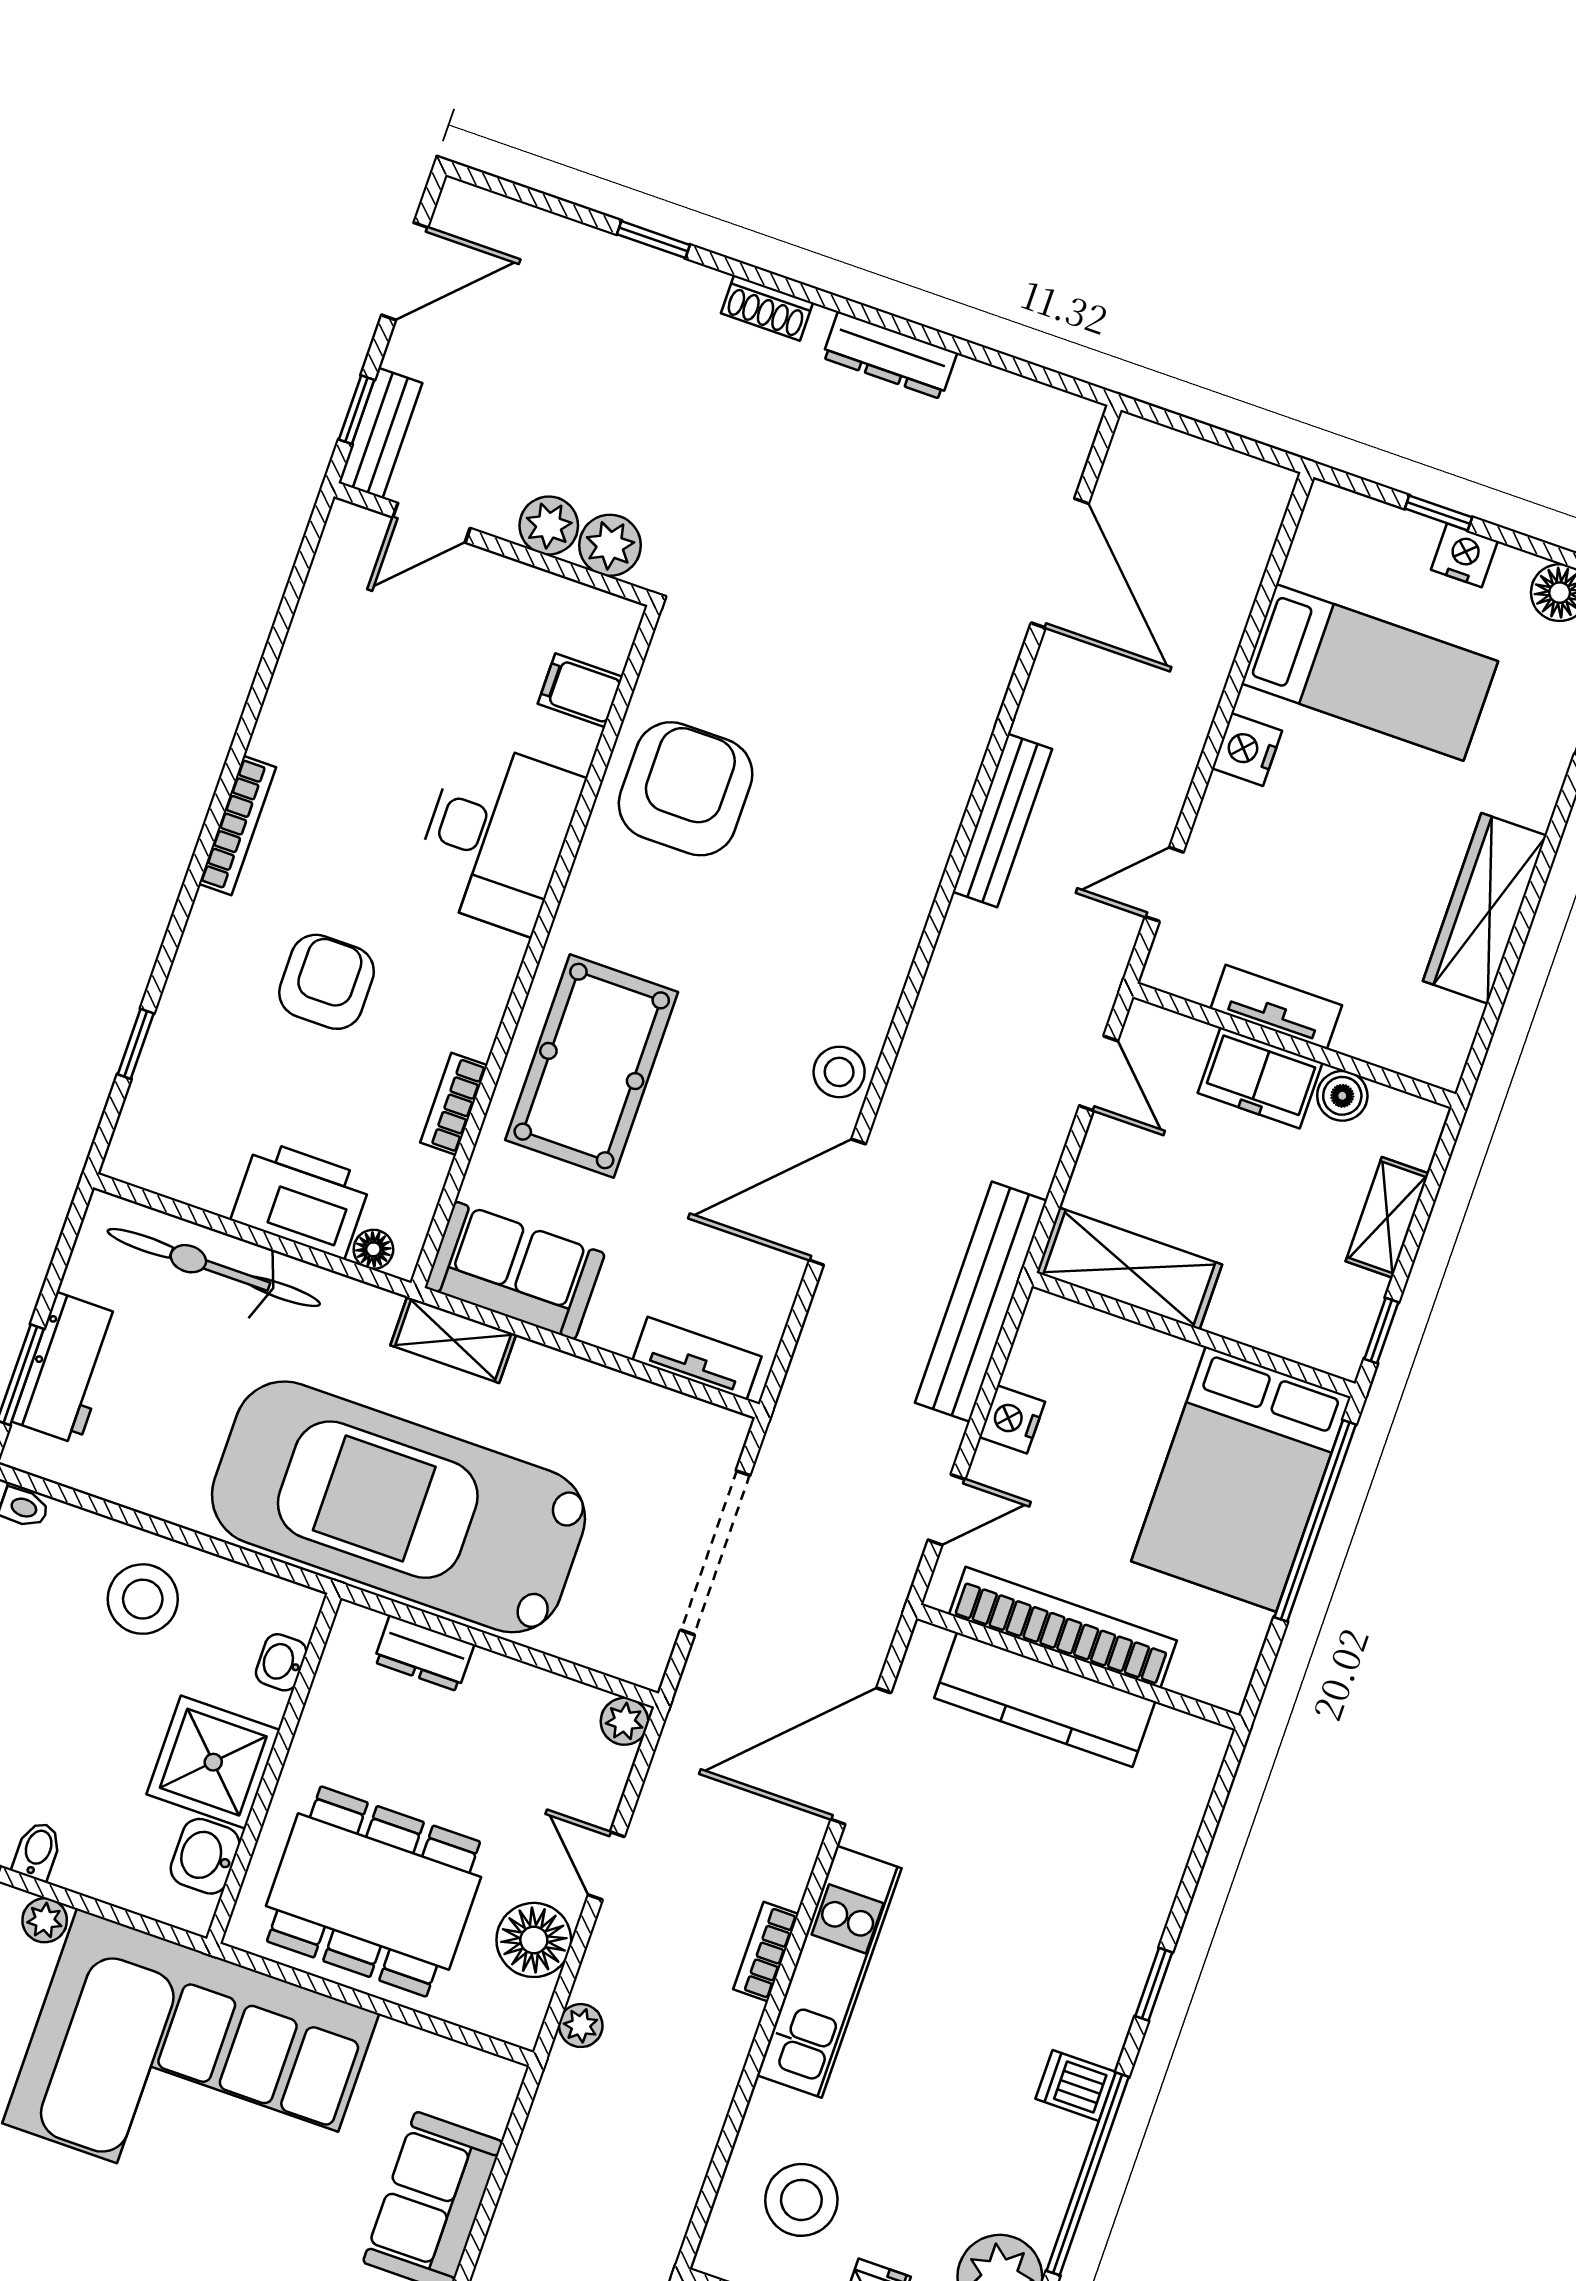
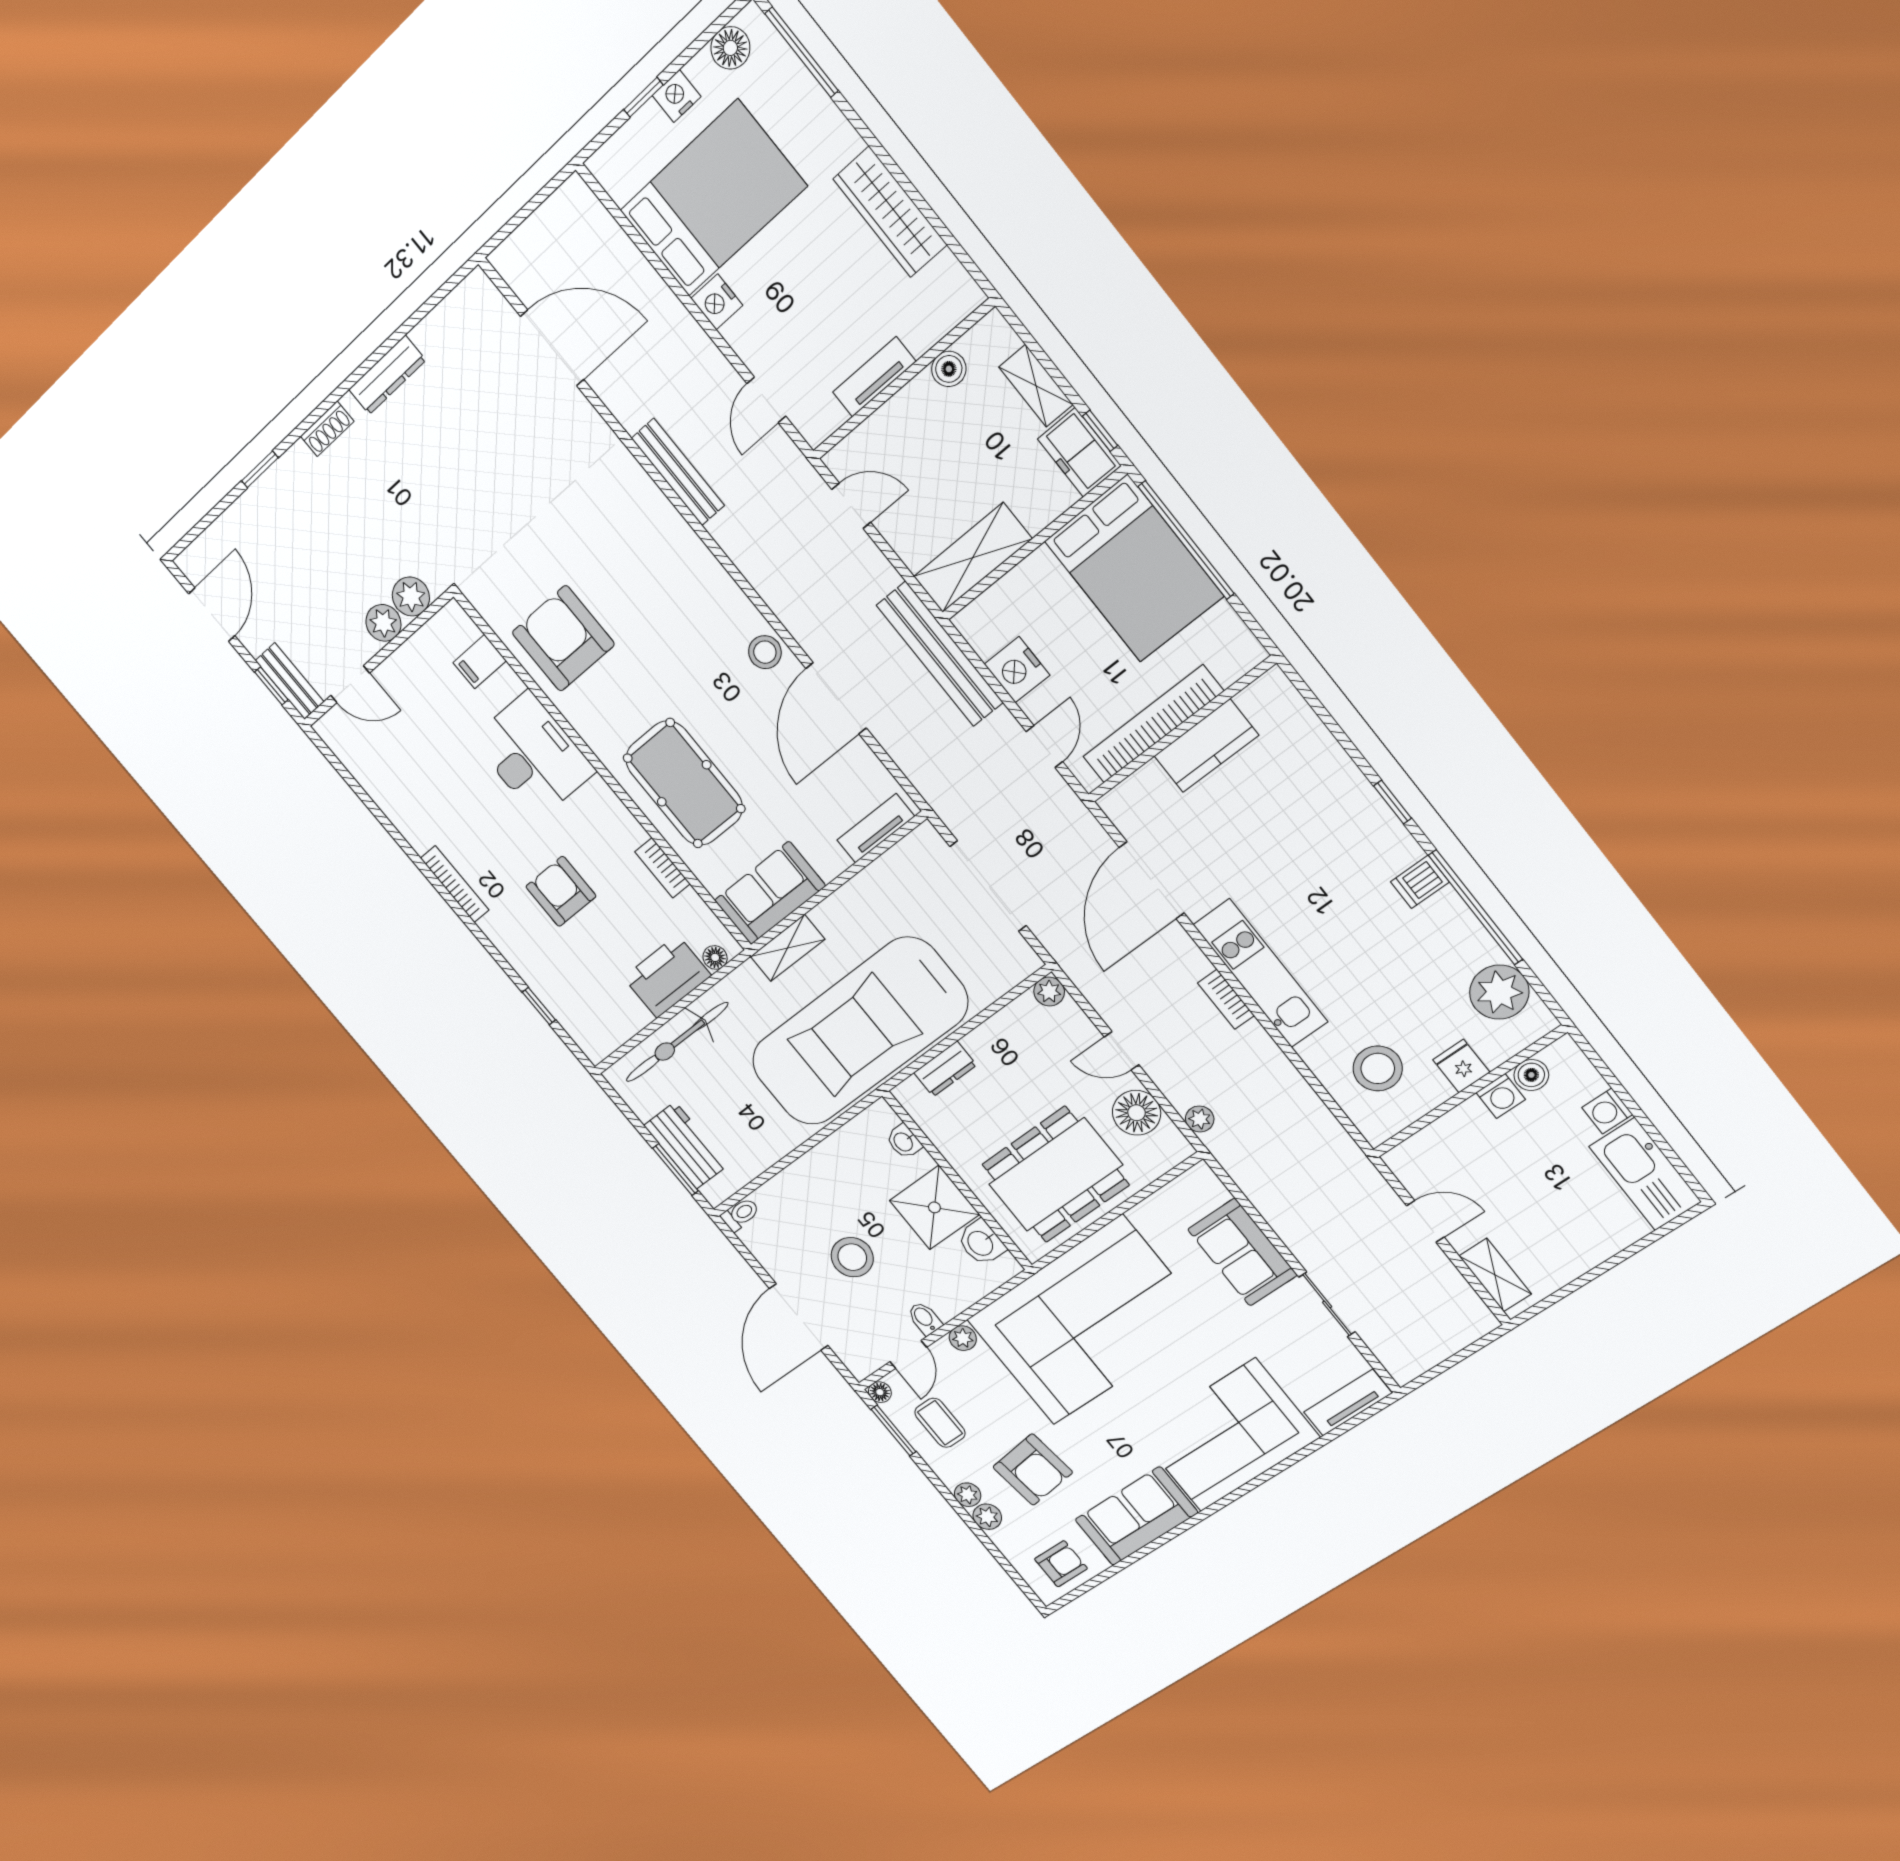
door: (431, 523) -> (350, 684), hinge flipped
bed: (1370, 672) -> (713, 198), width x1.50
freezer: (1260, 1078) -> (1079, 452), moved, turned 90
nightstand: (1012, 1419) -> (1017, 670), width x1.36, depth x1.33
stool: (143, 1599) -> (852, 1257), moved
kitchen counter: (1045, 1700) -> (1206, 746), width x0.67

